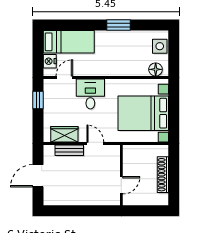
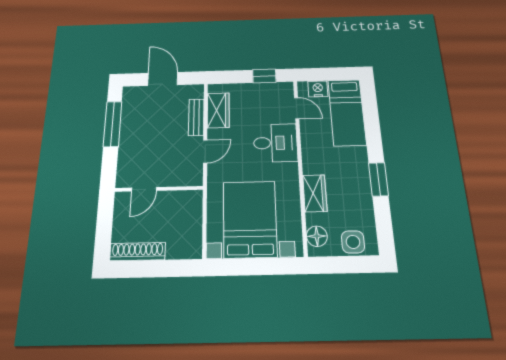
wardrobe: (127, 69) -> (315, 193), added
shoe rack: (163, 175) -> (138, 252), moved
door: (121, 185) -> (144, 189), hinge flipped
window: (73, 211) -> (113, 124), added

